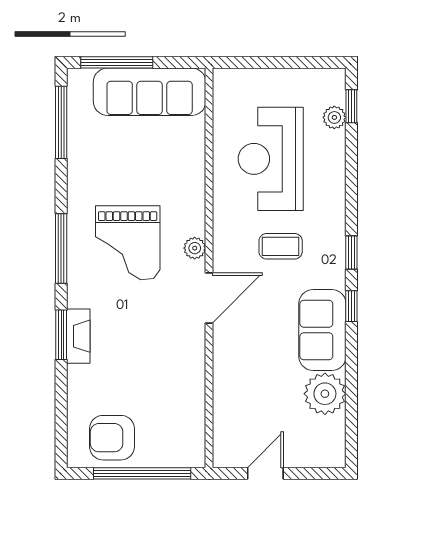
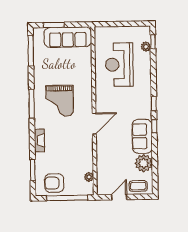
window: (117, 62) -> (54, 25), width x0.69
coffee table: (281, 246) -> (138, 186), moved
plant: (195, 248) -> (89, 177), moved
window: (61, 335) -> (33, 170), moved

